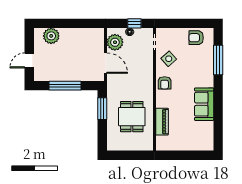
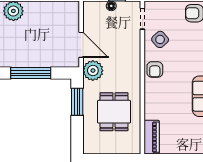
plant: (115, 42) -> (93, 71), moved
piano: (162, 122) -> (152, 137), moved

